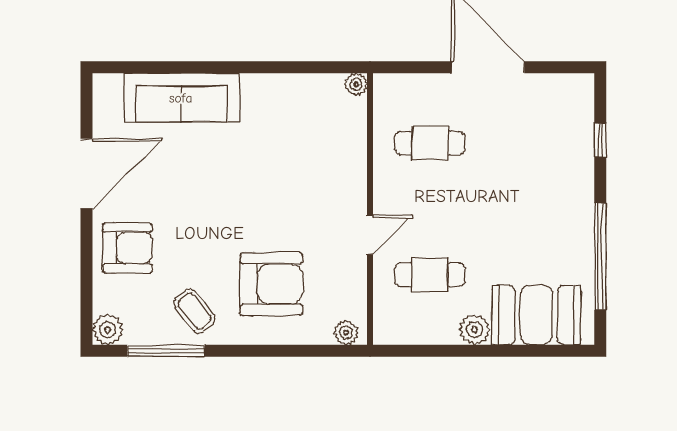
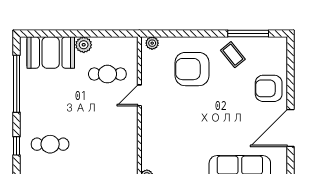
cafe table: (430, 143) -> (50, 144), moved
plant: (108, 330) -> (279, 45), removed

